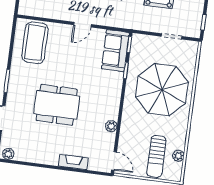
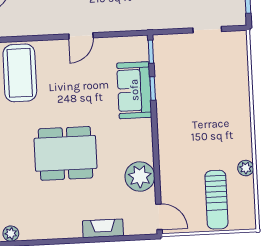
sofa: (115, 51) -> (134, 90), moved
parasol: (162, 90) -> (207, 106), removed
plant: (111, 126) -> (140, 176), width x1.87, depth x1.87
plant: (179, 156) -> (246, 168), moved

